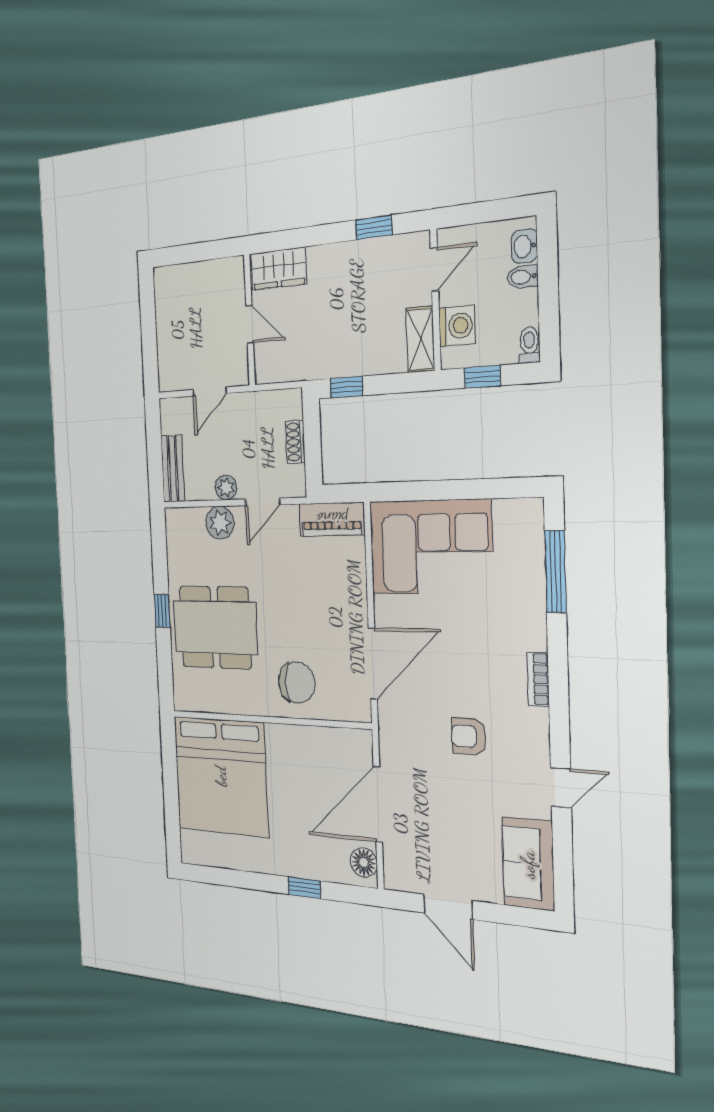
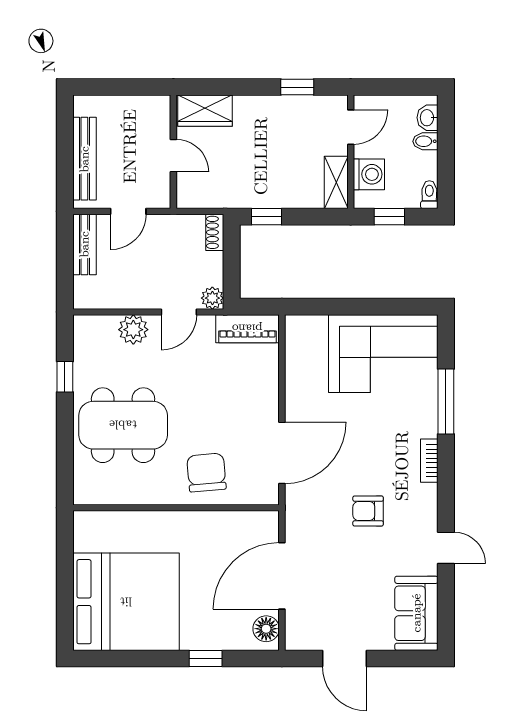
bench: (167, 337) -> (84, 159), added
shoe rack: (295, 442) -> (215, 232), moved
bench: (173, 469) -> (84, 244), moved
plant: (226, 488) -> (212, 298), moved
corner sofa: (430, 547) -> (383, 354), moved
window: (555, 572) -> (446, 401), moved
window: (162, 611) -> (65, 377), moved
chair: (297, 682) -> (206, 473), turned -95
bed: (221, 776) -> (126, 602), moved, turned -90
door: (561, 788) -> (446, 548), hinge flipped

